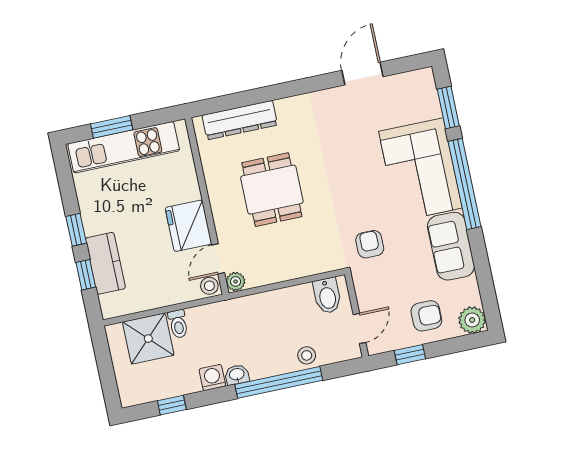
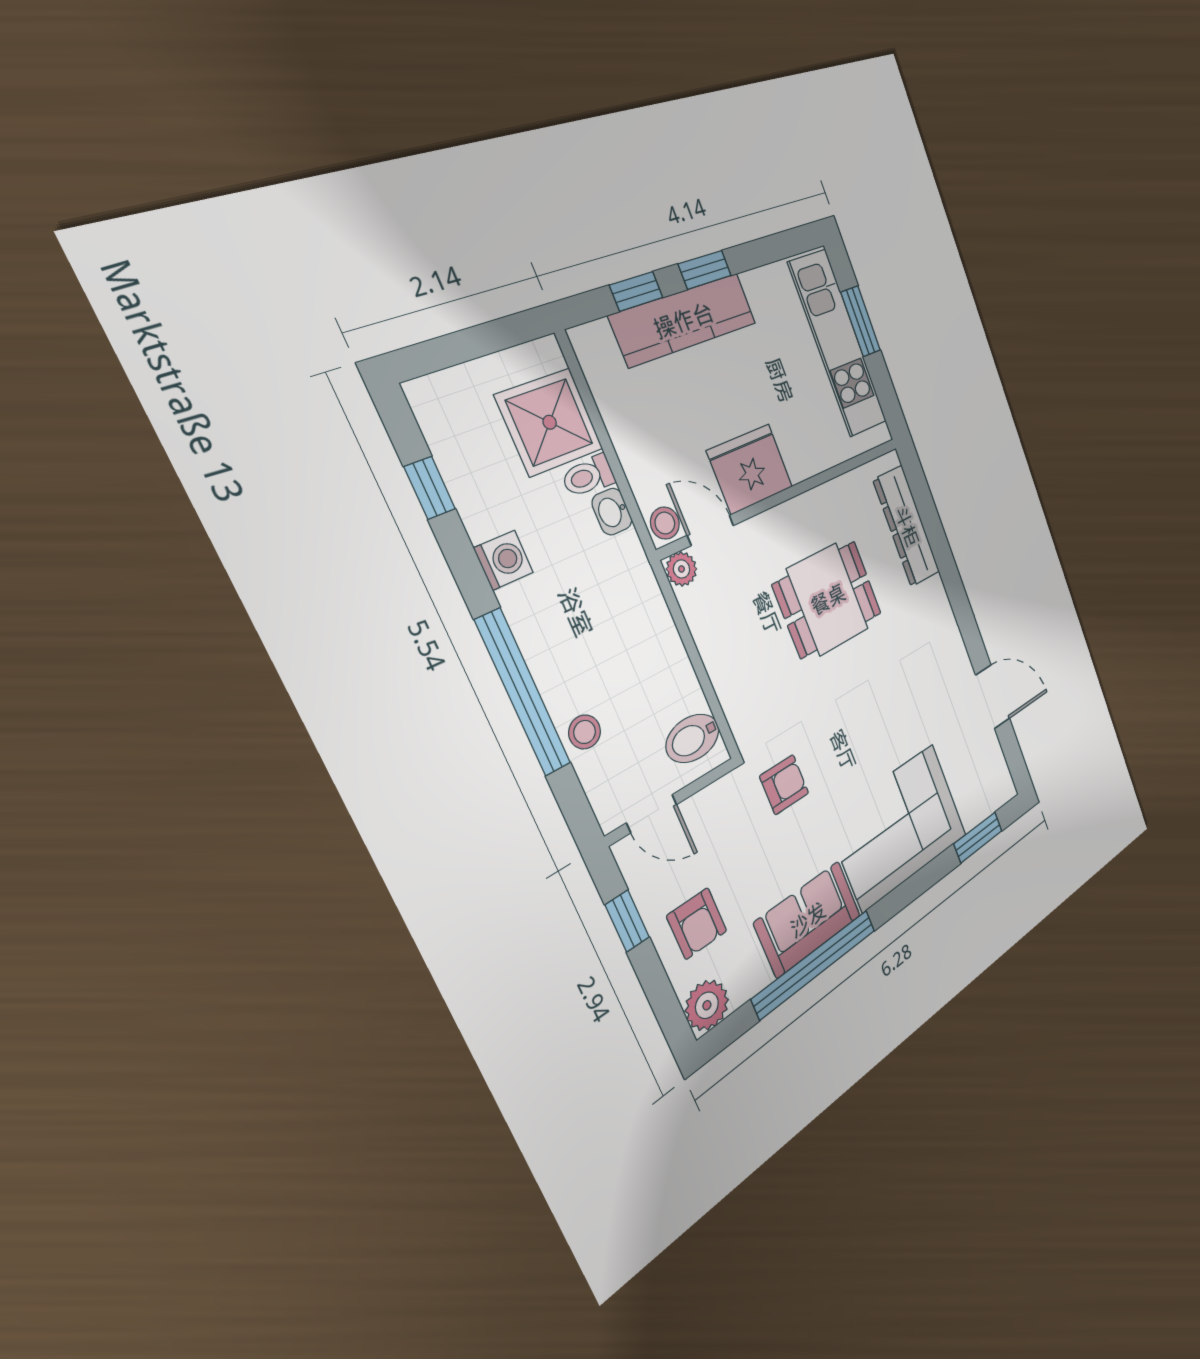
window: (465, 184) -> (815, 964), moved
kitchen counter: (105, 263) -> (684, 320), width x1.50
washbasin: (237, 375) -> (612, 512), moved, turned 180

